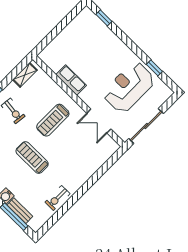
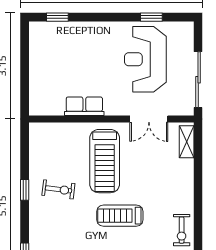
shelving: (25, 75) -> (187, 142), moved
treadmill: (53, 120) -> (105, 161), width x1.37, depth x1.38

